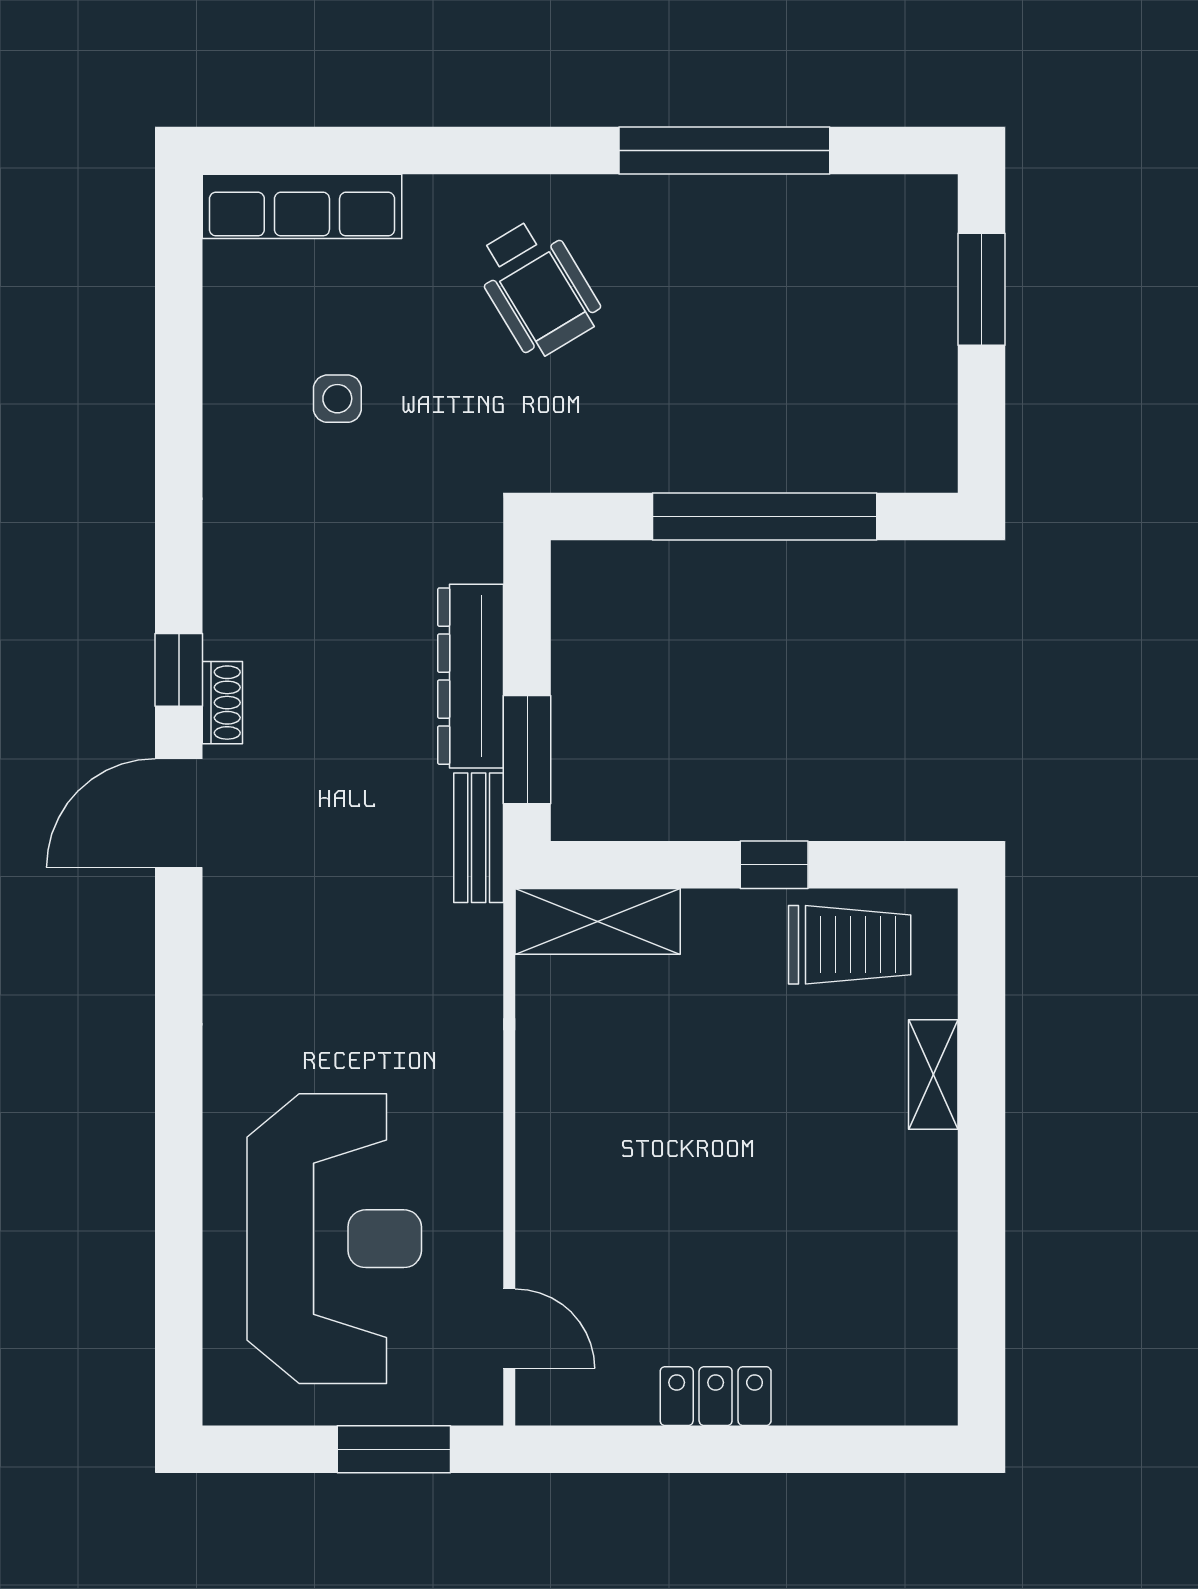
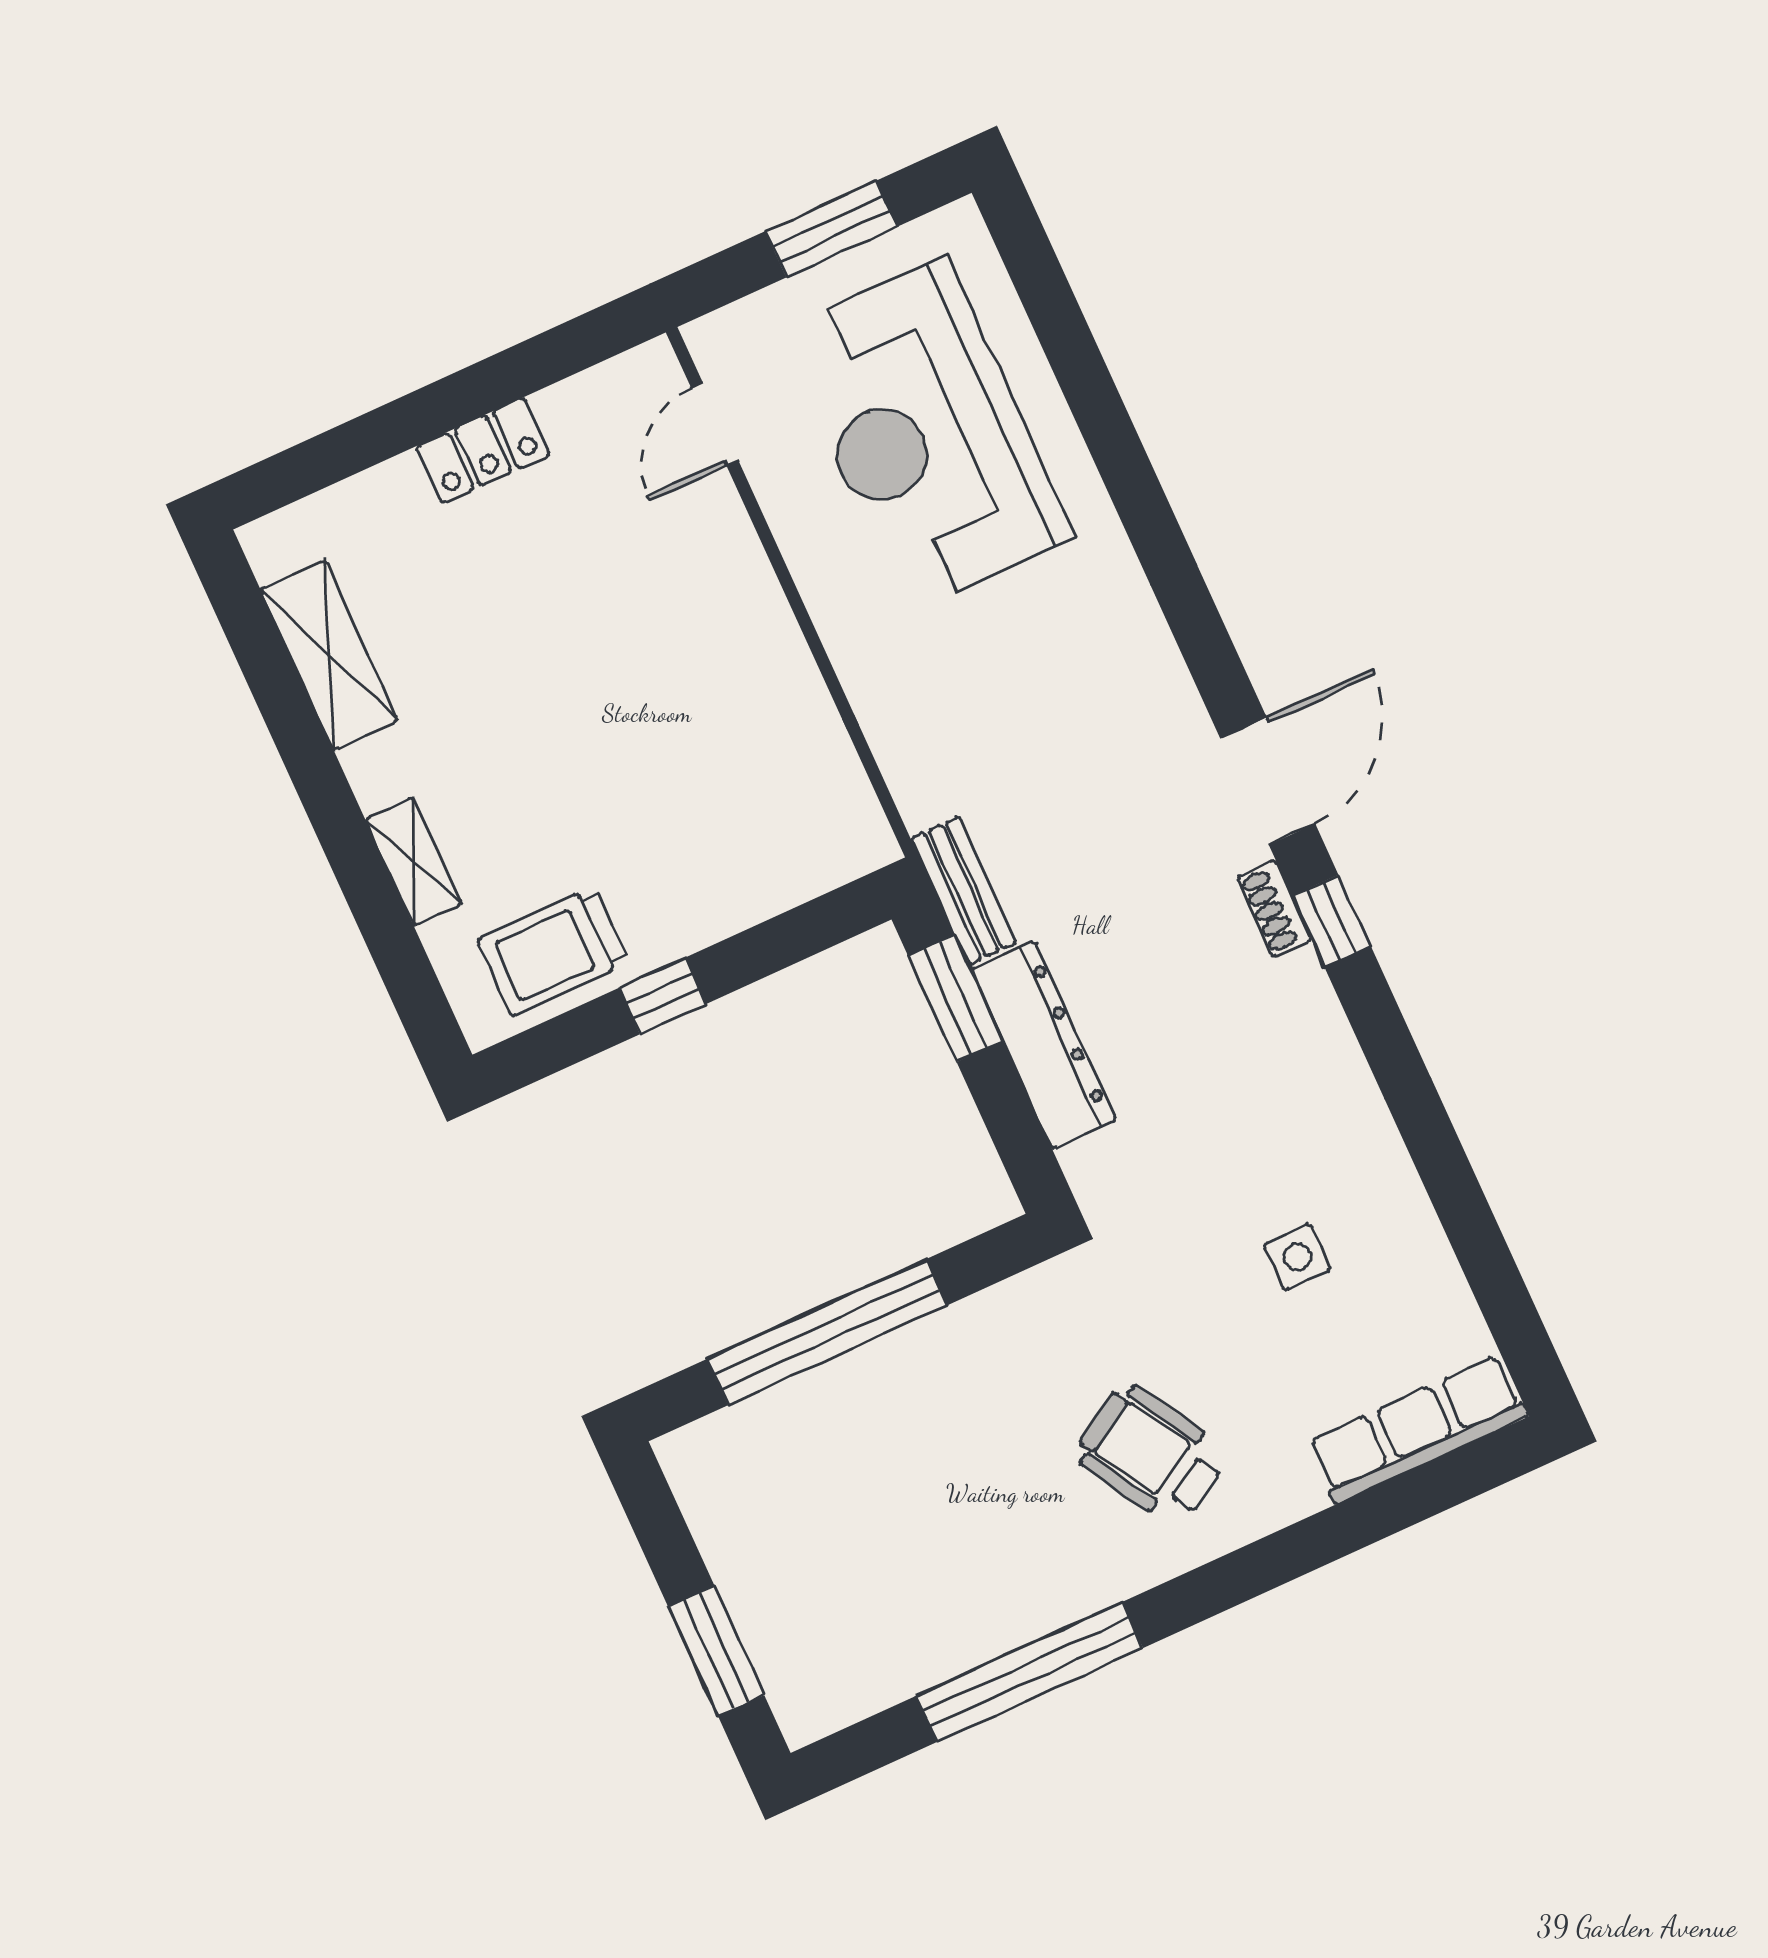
shelving: (598, 921) -> (329, 655), moved, turned 90
door: (509, 1329) -> (715, 424), hinge flipped
window: (394, 1449) -> (831, 229), moved

